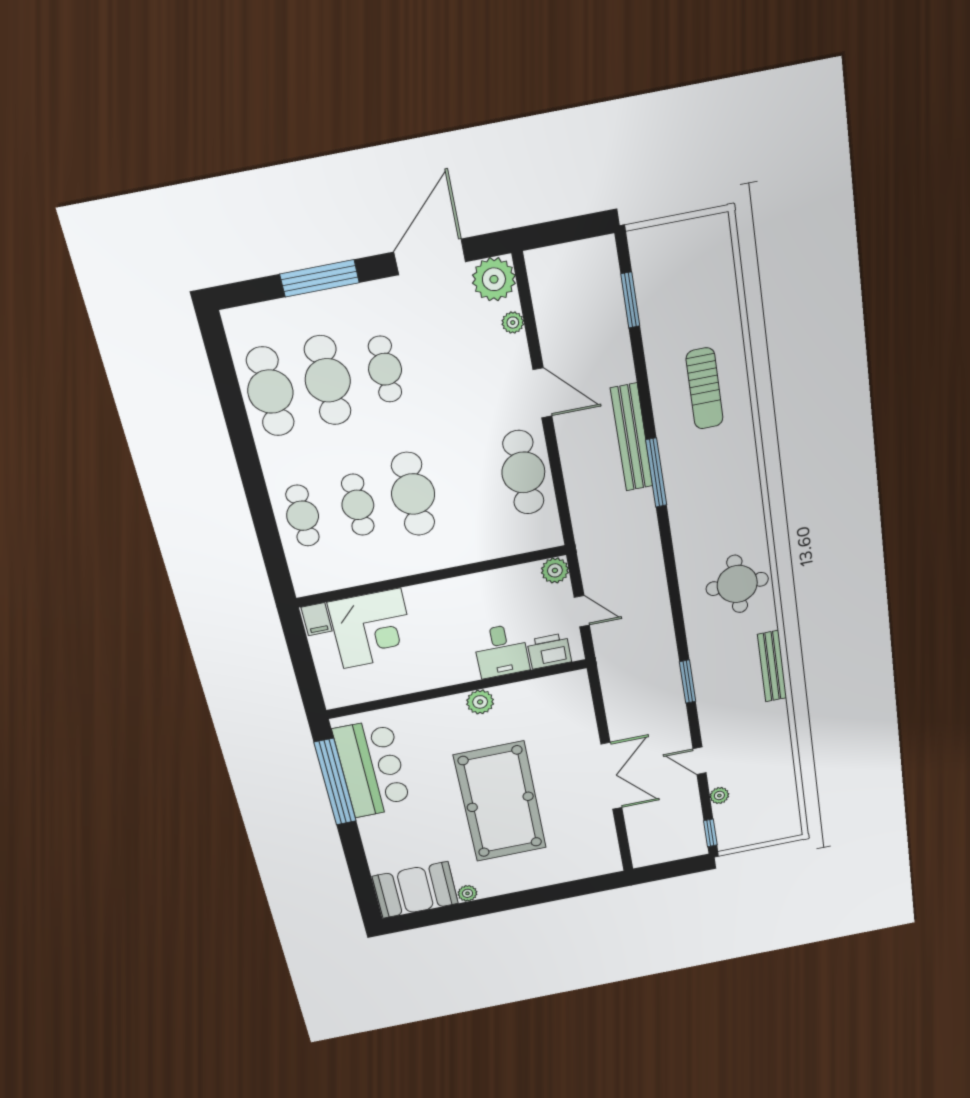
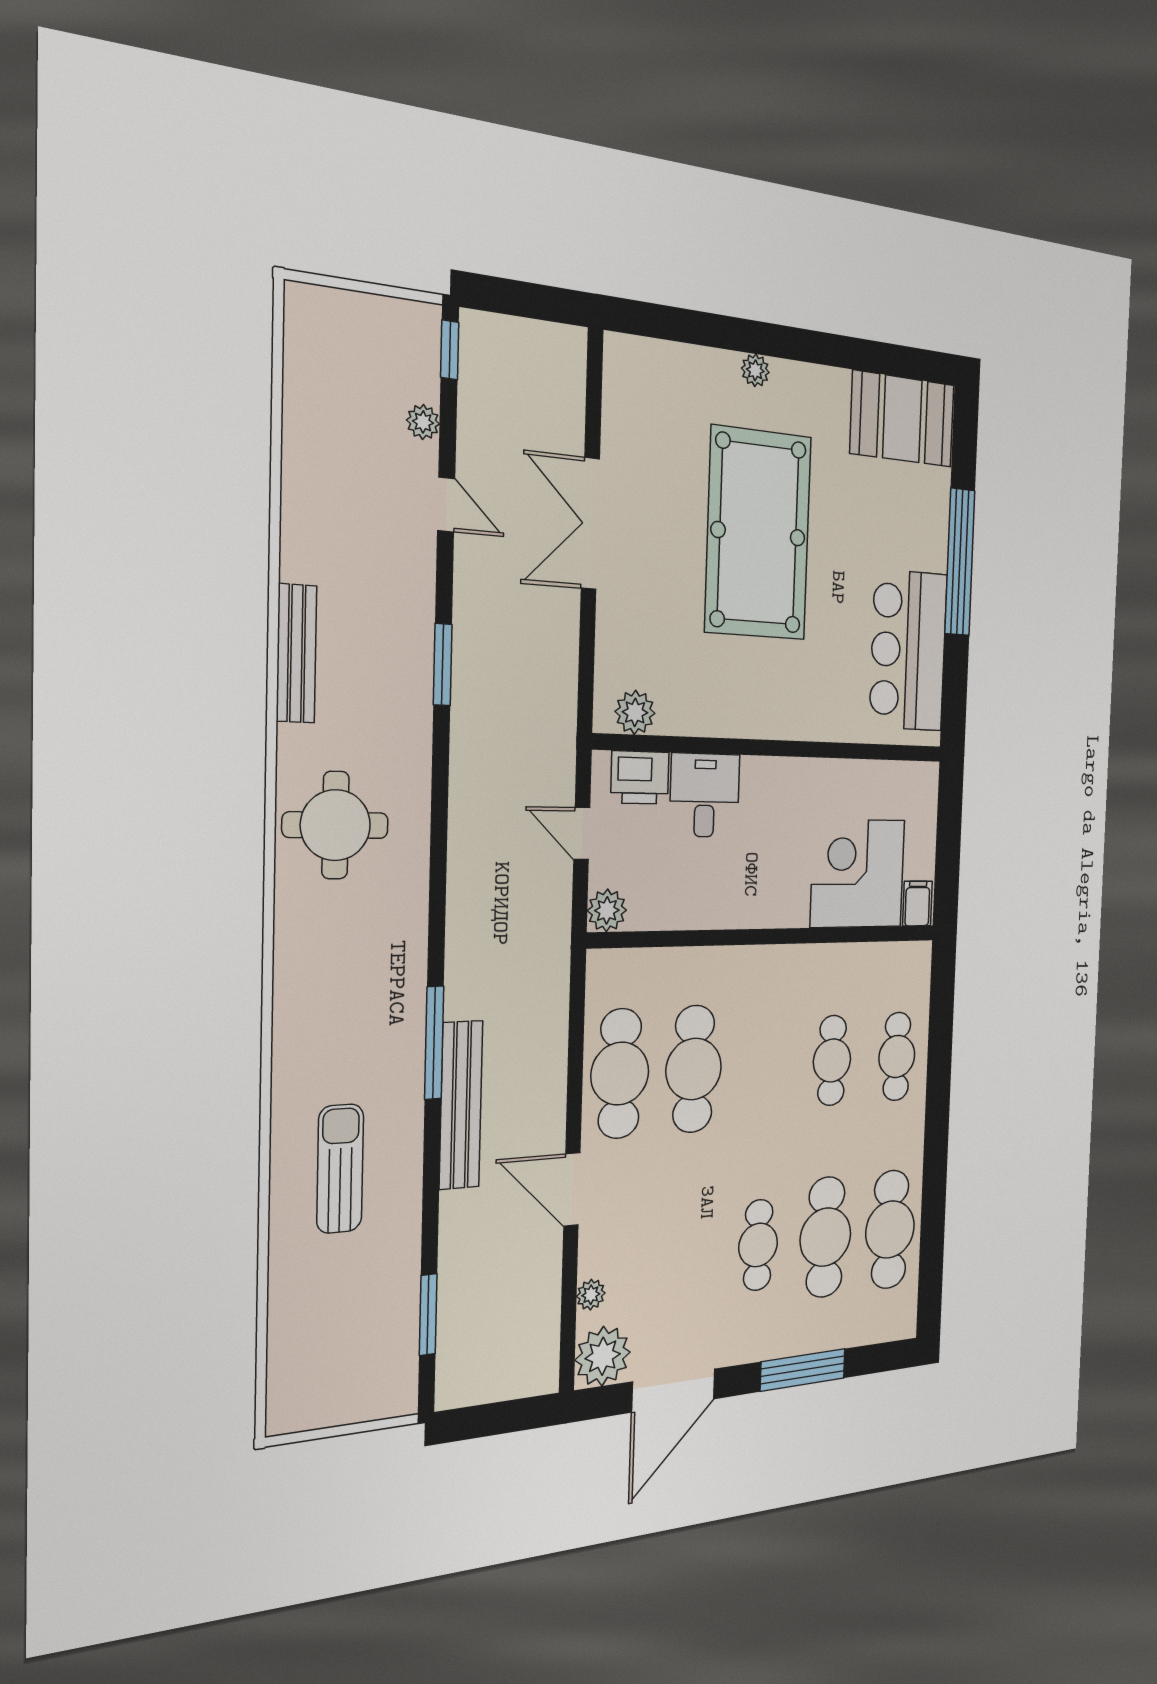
cafe table: (413, 494) -> (694, 1069), moved
plant: (480, 702) -> (635, 712), moved
window: (335, 782) -> (960, 562), moved
plant: (467, 893) -> (755, 370), moved

